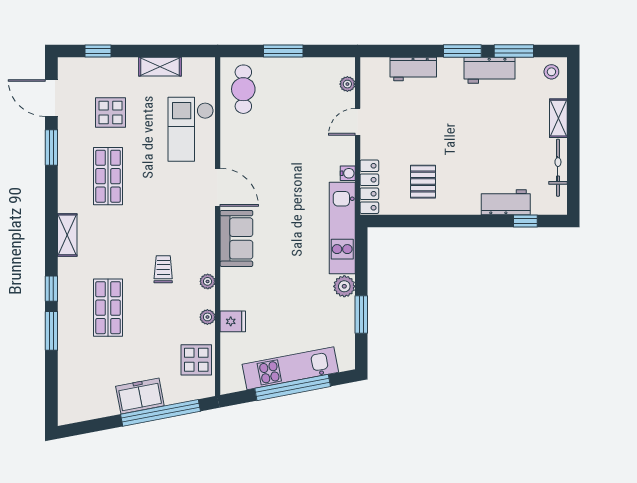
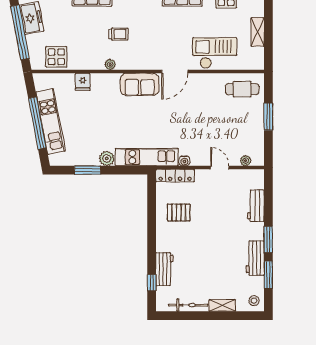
plant: (207, 317) -> (86, 65), removed

